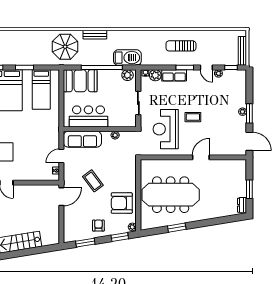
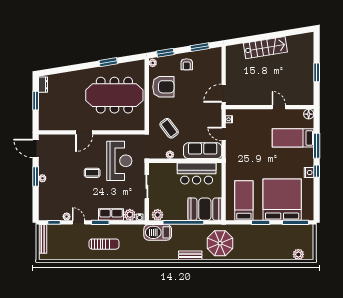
door: (61, 156) -> (224, 134), swing flipped
coffee table: (93, 181) -> (169, 128), moved

